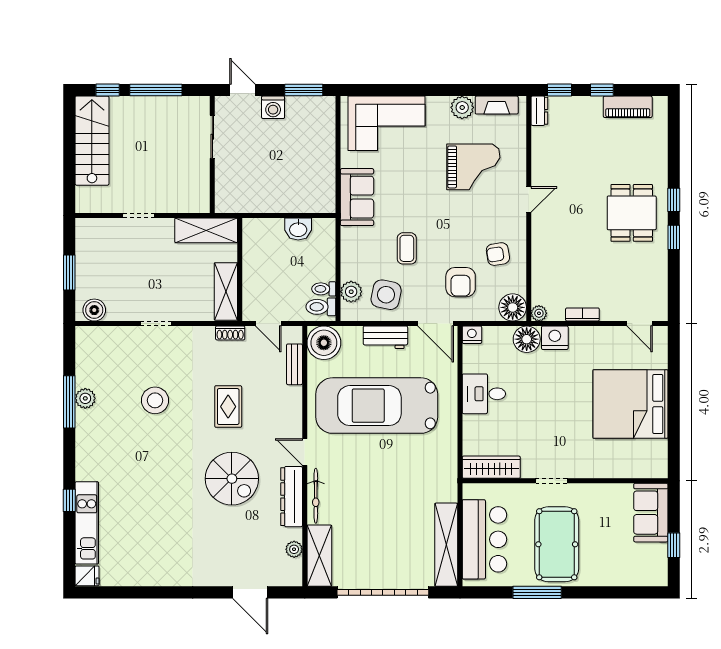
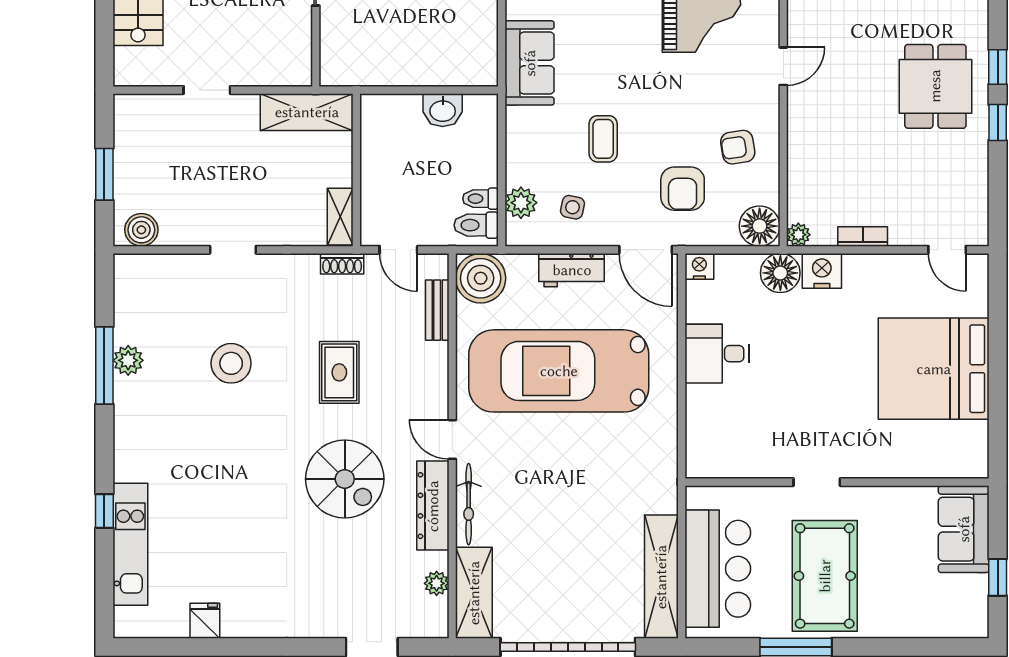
shelving: (226, 291) -> (340, 217), width x0.67, depth x0.75
side table: (386, 295) -> (572, 207), width x0.54, depth x0.54
wardrobe: (491, 467) -> (728, 462), removed
fridge: (87, 576) -> (205, 621), moved, turned -90

